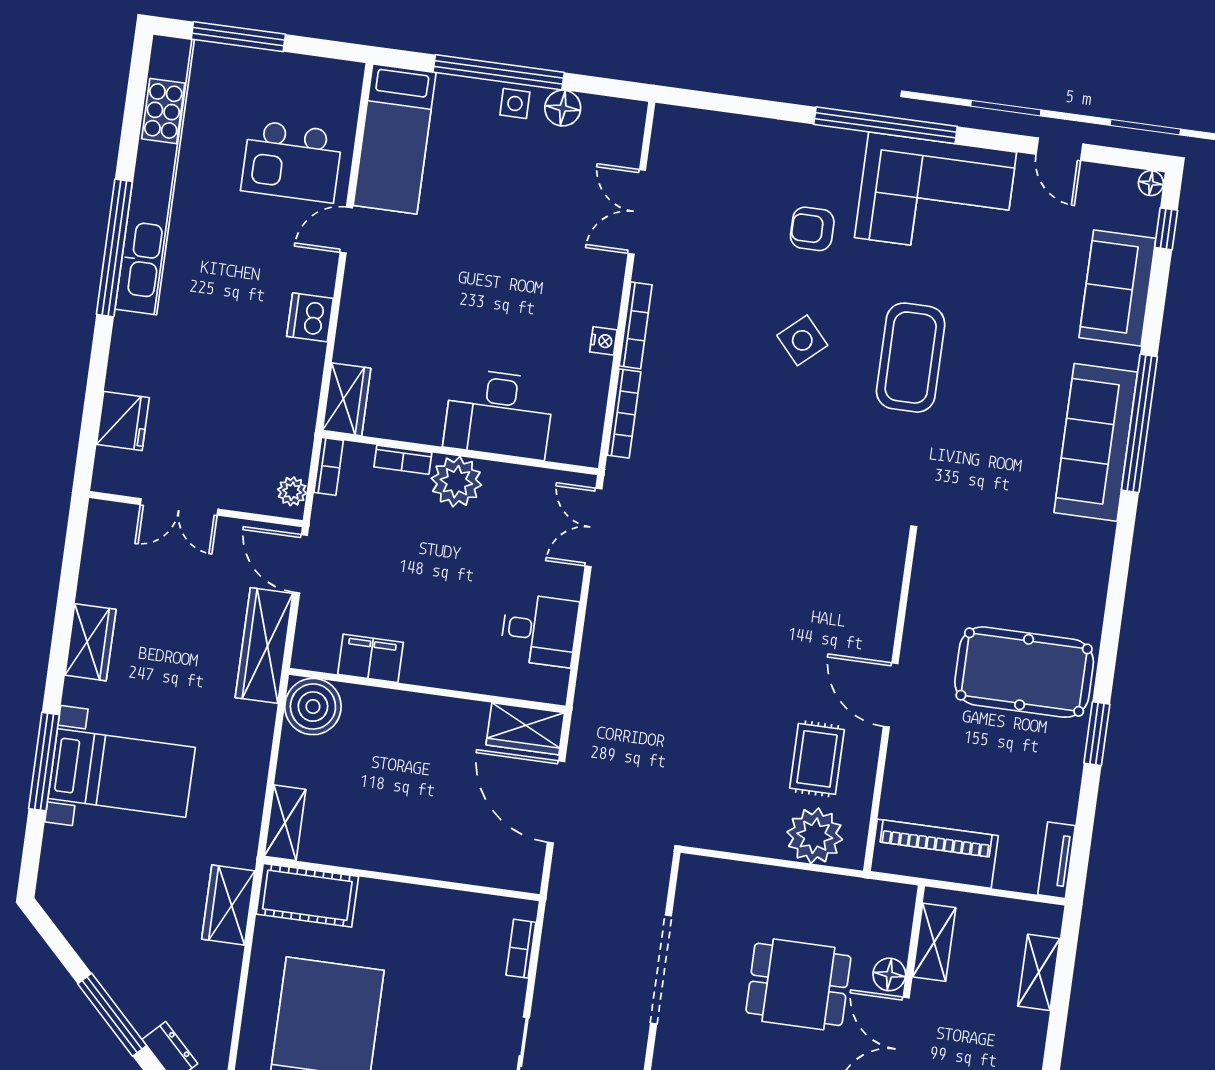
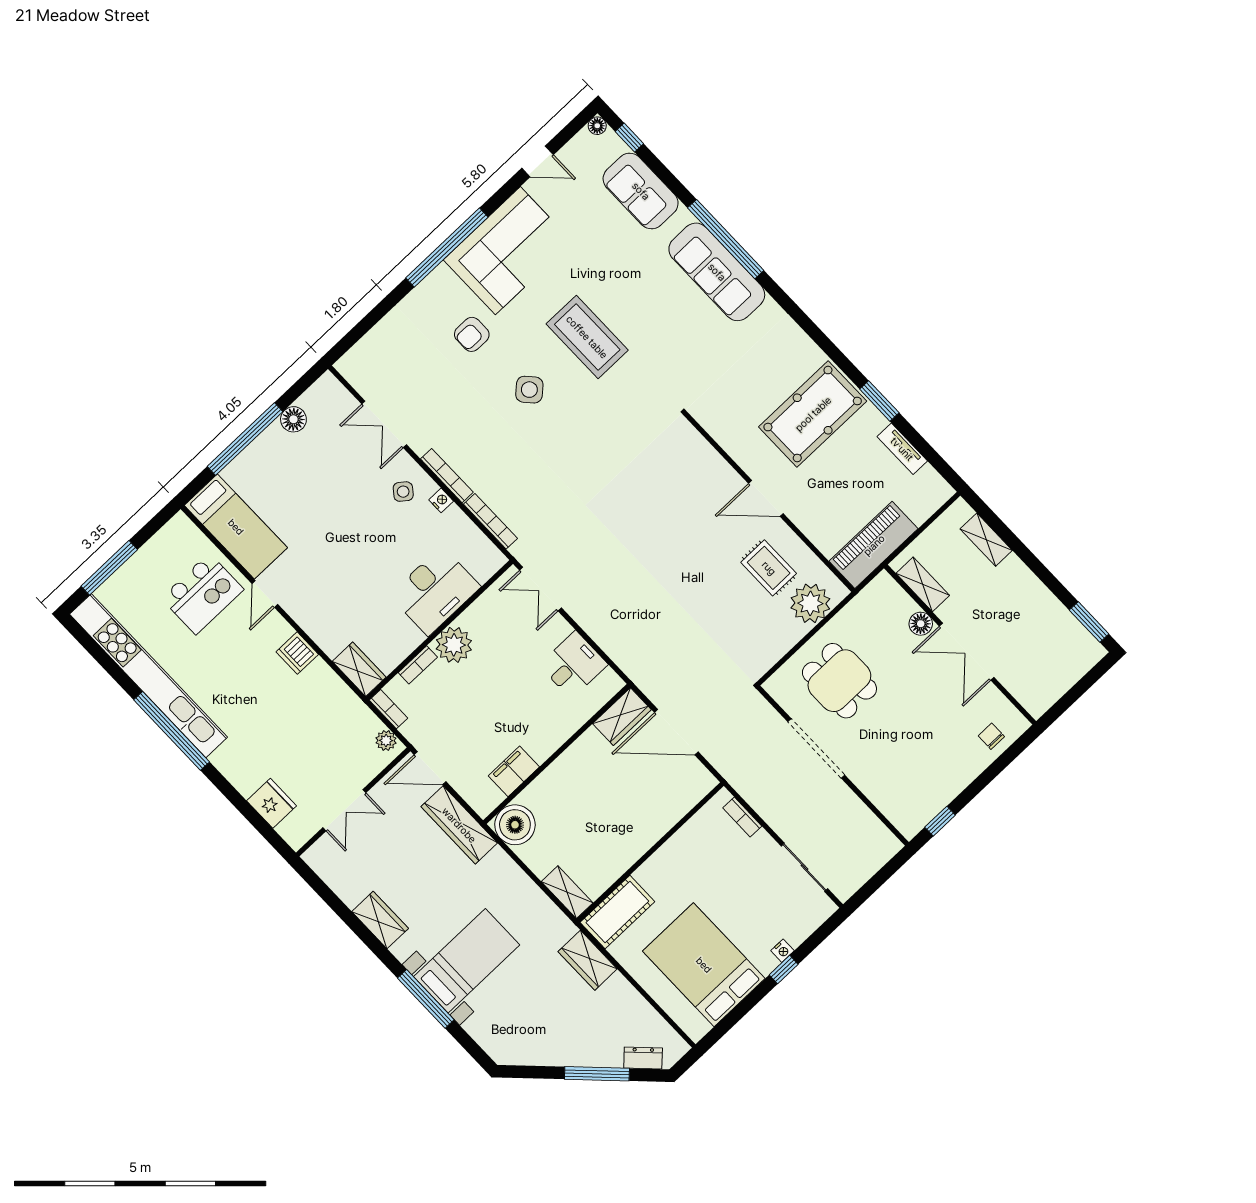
side table: (515, 104) -> (403, 492), moved, turned 38
tv unit: (1057, 860) -> (902, 449), moved
dining table: (798, 984) -> (839, 681), moved, turned 90

